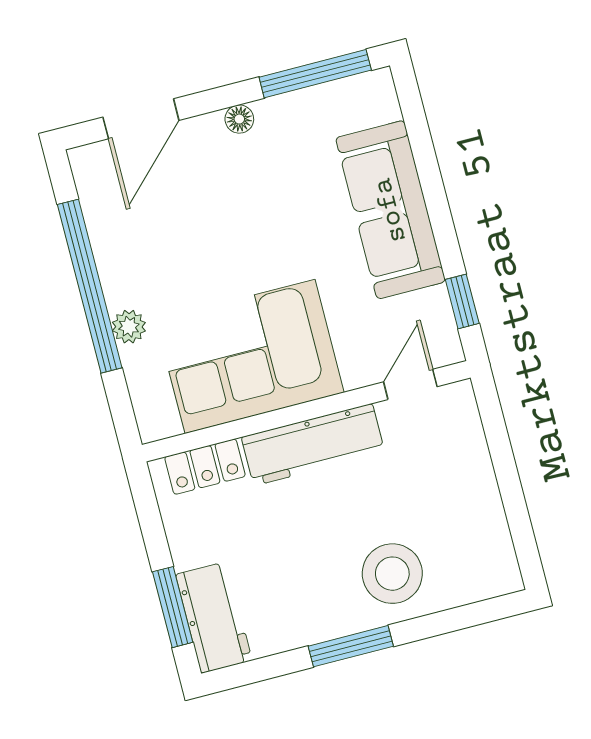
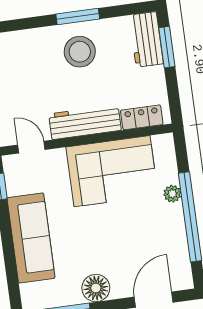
floor lamp: (239, 119) -> (96, 288), width x1.89, depth x1.89
door: (410, 384) -> (31, 147), swing flipped
stool: (392, 574) -> (80, 52), moved

